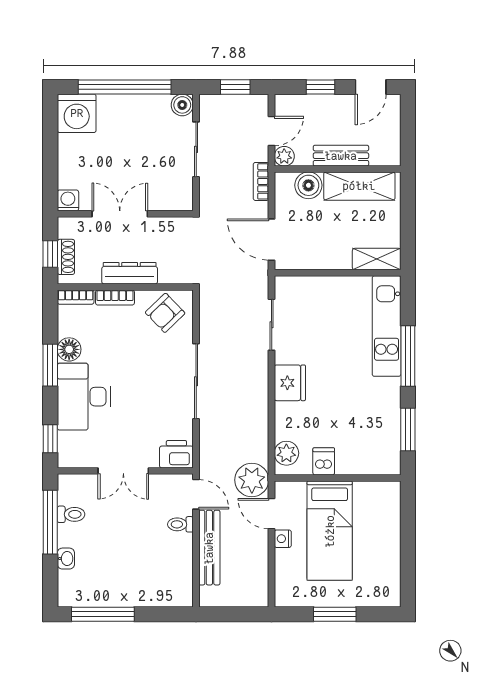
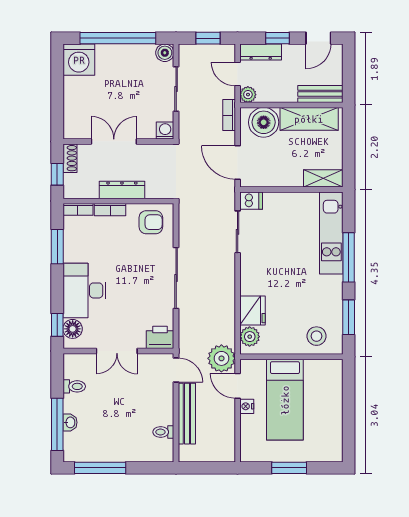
dresser: (300, 104) -> (261, 52), added
door: (272, 131) -> (238, 74), swing flipped
bench: (341, 156) -> (320, 94), moved
boiler: (308, 185) -> (264, 122), width x1.37, depth x1.37
washing machine: (68, 200) -> (165, 131), moved
shoe rack: (66, 257) -> (70, 158), moved
armchair: (165, 313) -> (151, 222), turned -136
floor lamp: (69, 349) -> (73, 329), moved
window: (50, 365) -> (57, 247), moved
fridge: (290, 383) -> (253, 311), moved
stool: (368, 453) -> (316, 336), added
dishwasher: (324, 461) -> (251, 201), moved, turned 90
window: (50, 522) -> (57, 424), moved
toilet: (180, 524) -> (163, 432), moved

